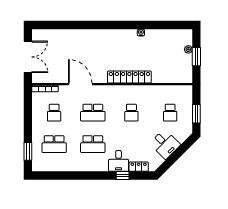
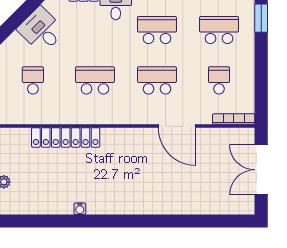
locker: (129, 77) -> (66, 137), moved
school desk: (131, 113) -> (95, 80), width x1.85

